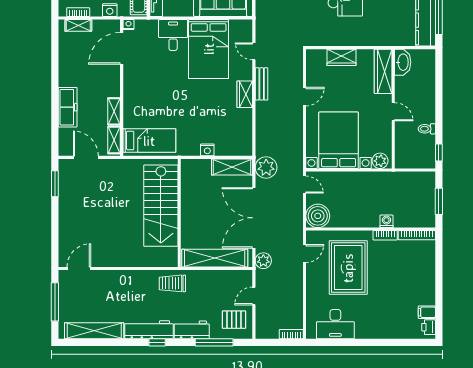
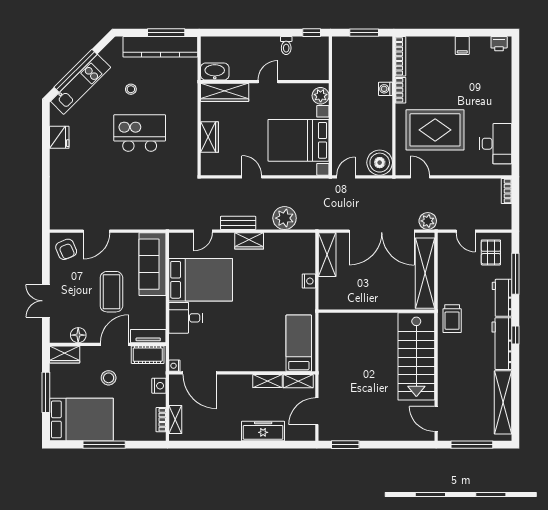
plant: (266, 167) -> (285, 218), moved
stairs: (161, 206) -> (416, 356), moved, turned 90
filing cabinet: (427, 312) -> (462, 45), moved

